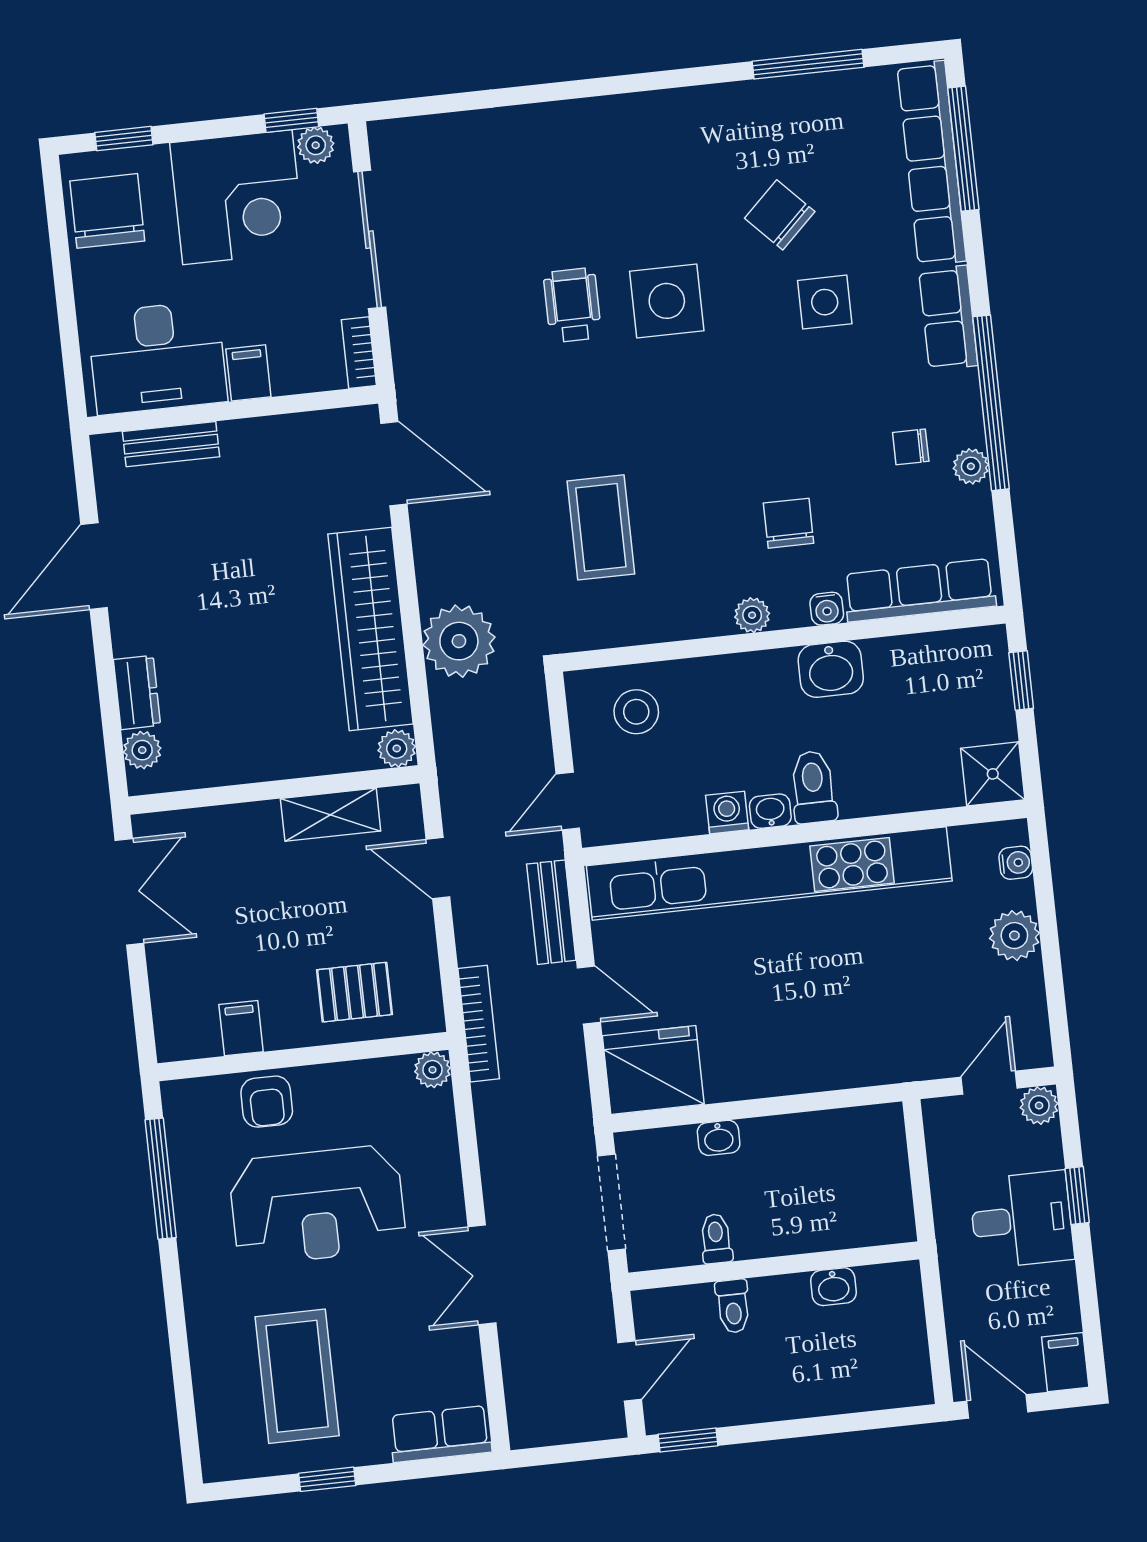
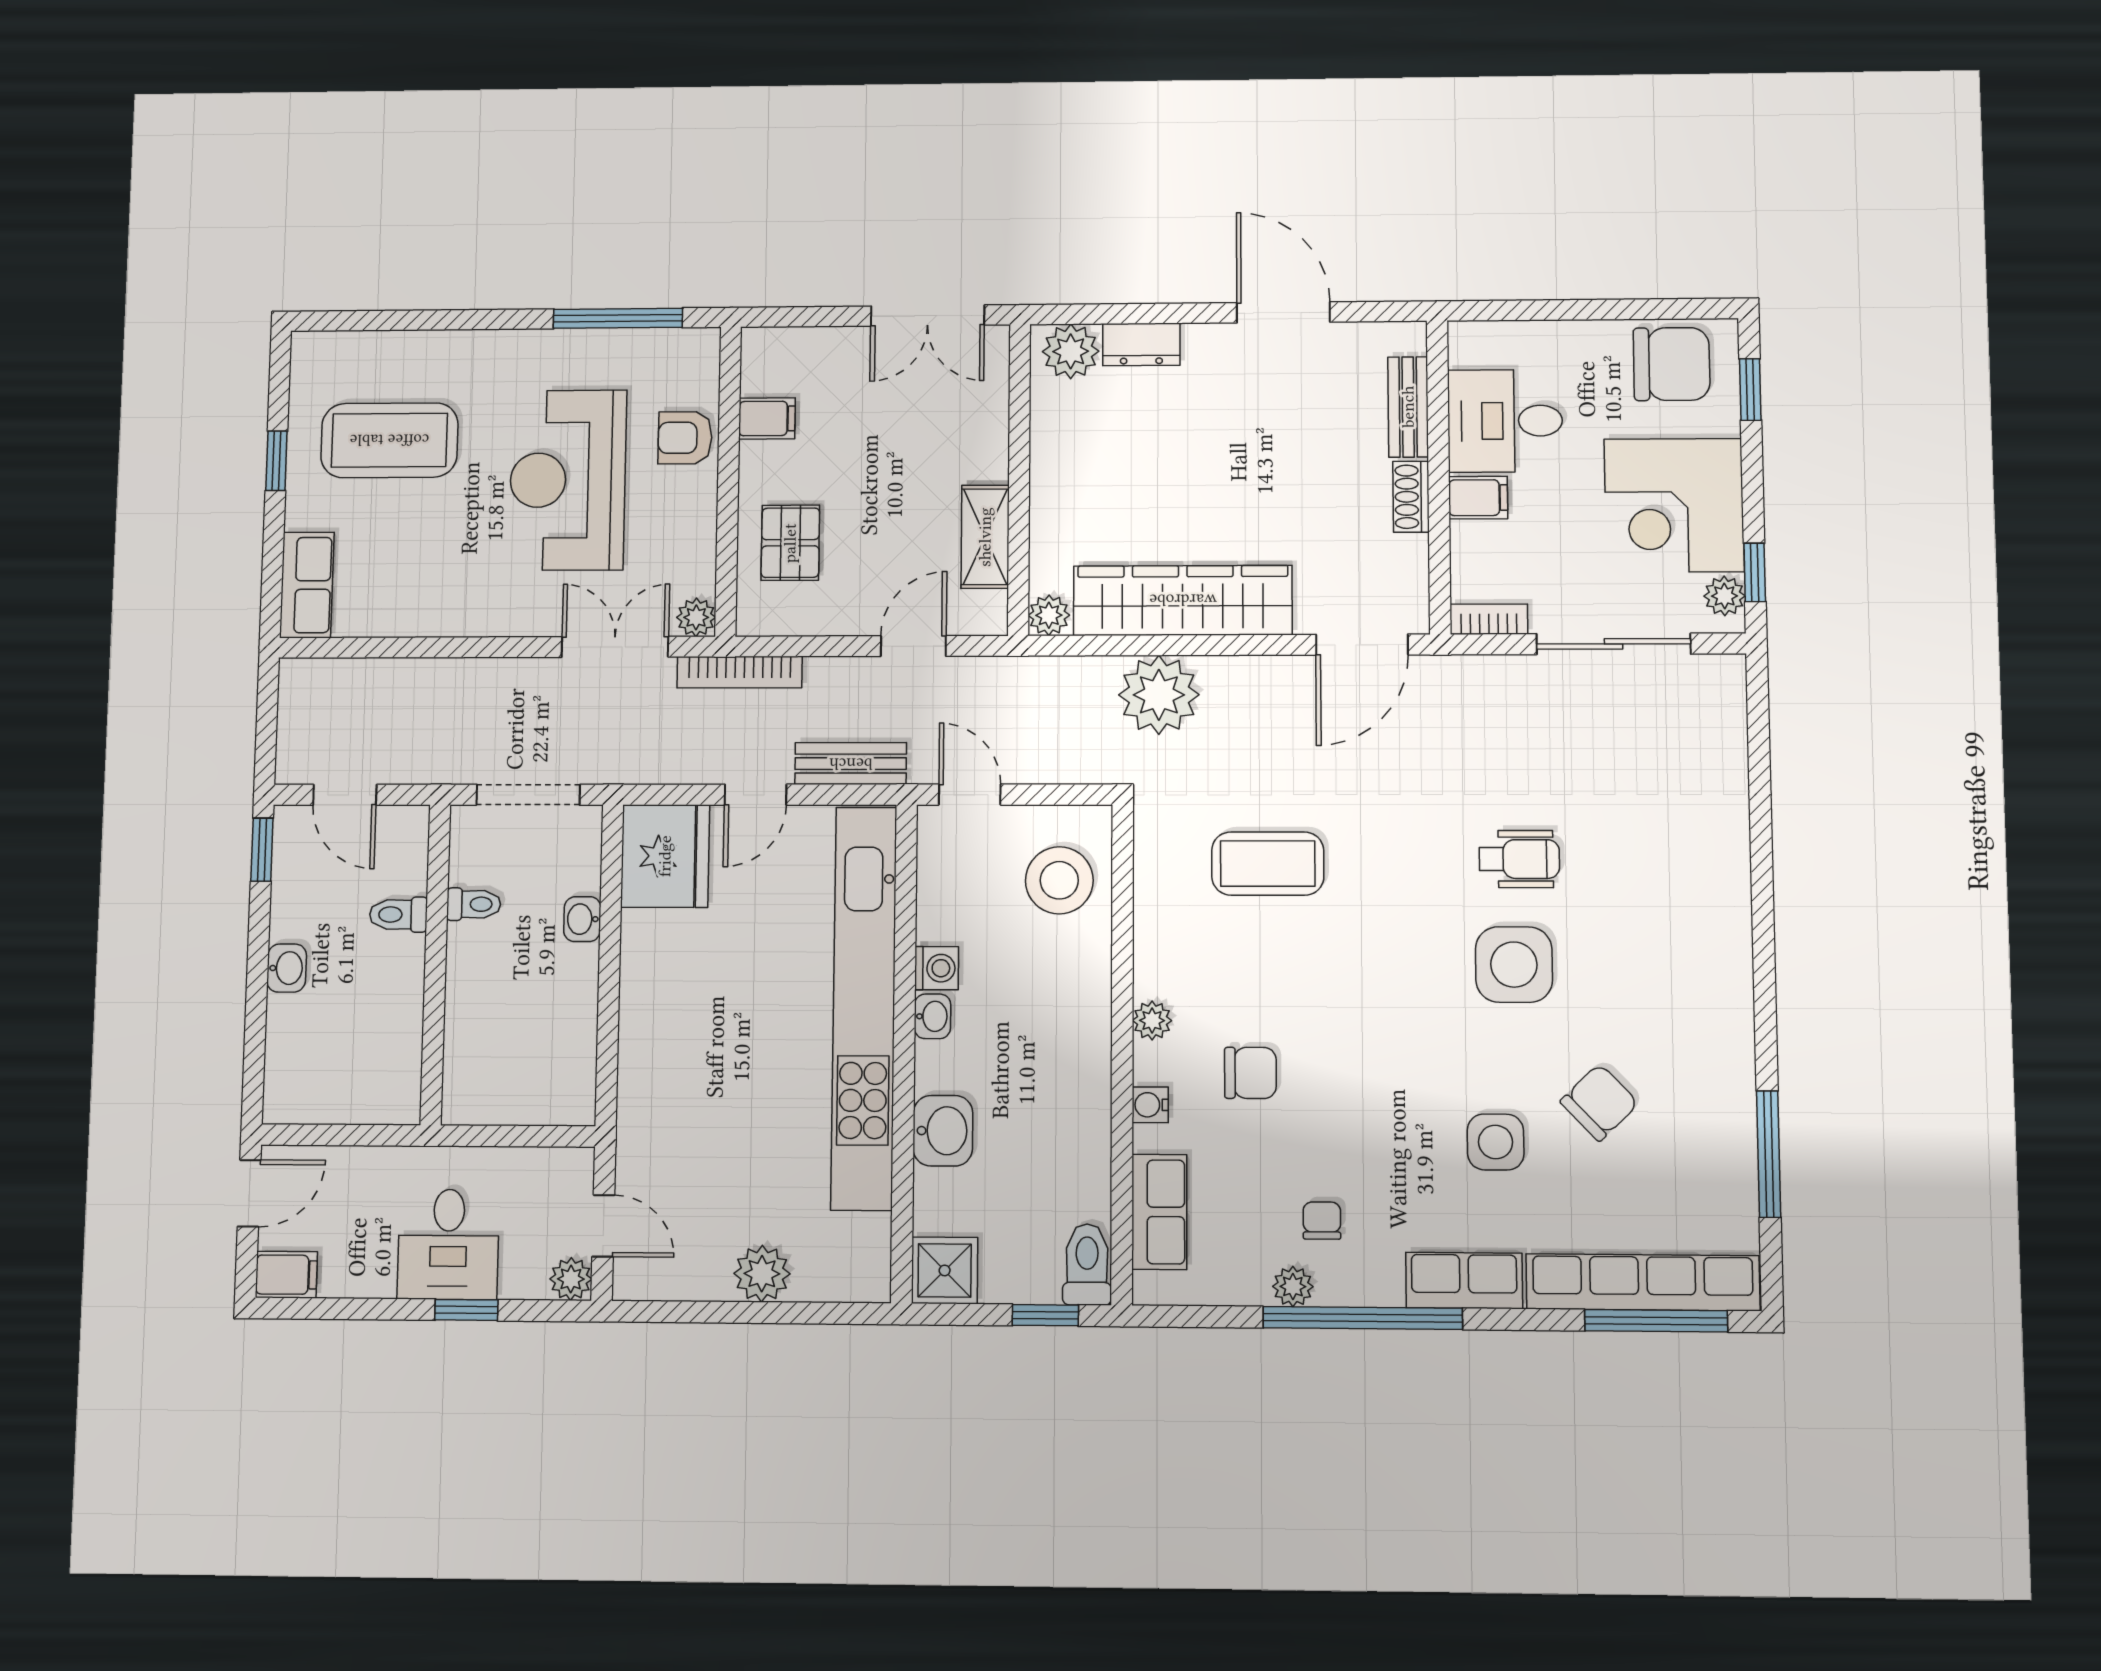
desk: (157, 357) -> (1505, 421), width x0.73
shoe rack: (254, 433) -> (1411, 497), added
row of seats: (920, 590) -> (1159, 1212), width x0.68
washbasin: (831, 669) -> (943, 1131), moved, turned 180
stool: (636, 712) -> (1059, 880), width x1.38, depth x1.38
plant: (142, 750) -> (1071, 351), width x1.38, depth x1.38
toilet: (813, 787) -> (1087, 1264), moved, turned -90
water cooler: (1016, 863) -> (843, 1285), removed
double door: (482, 1275) -> (615, 647), moved
washbasin: (833, 1287) -> (287, 968), moved, turned 180

